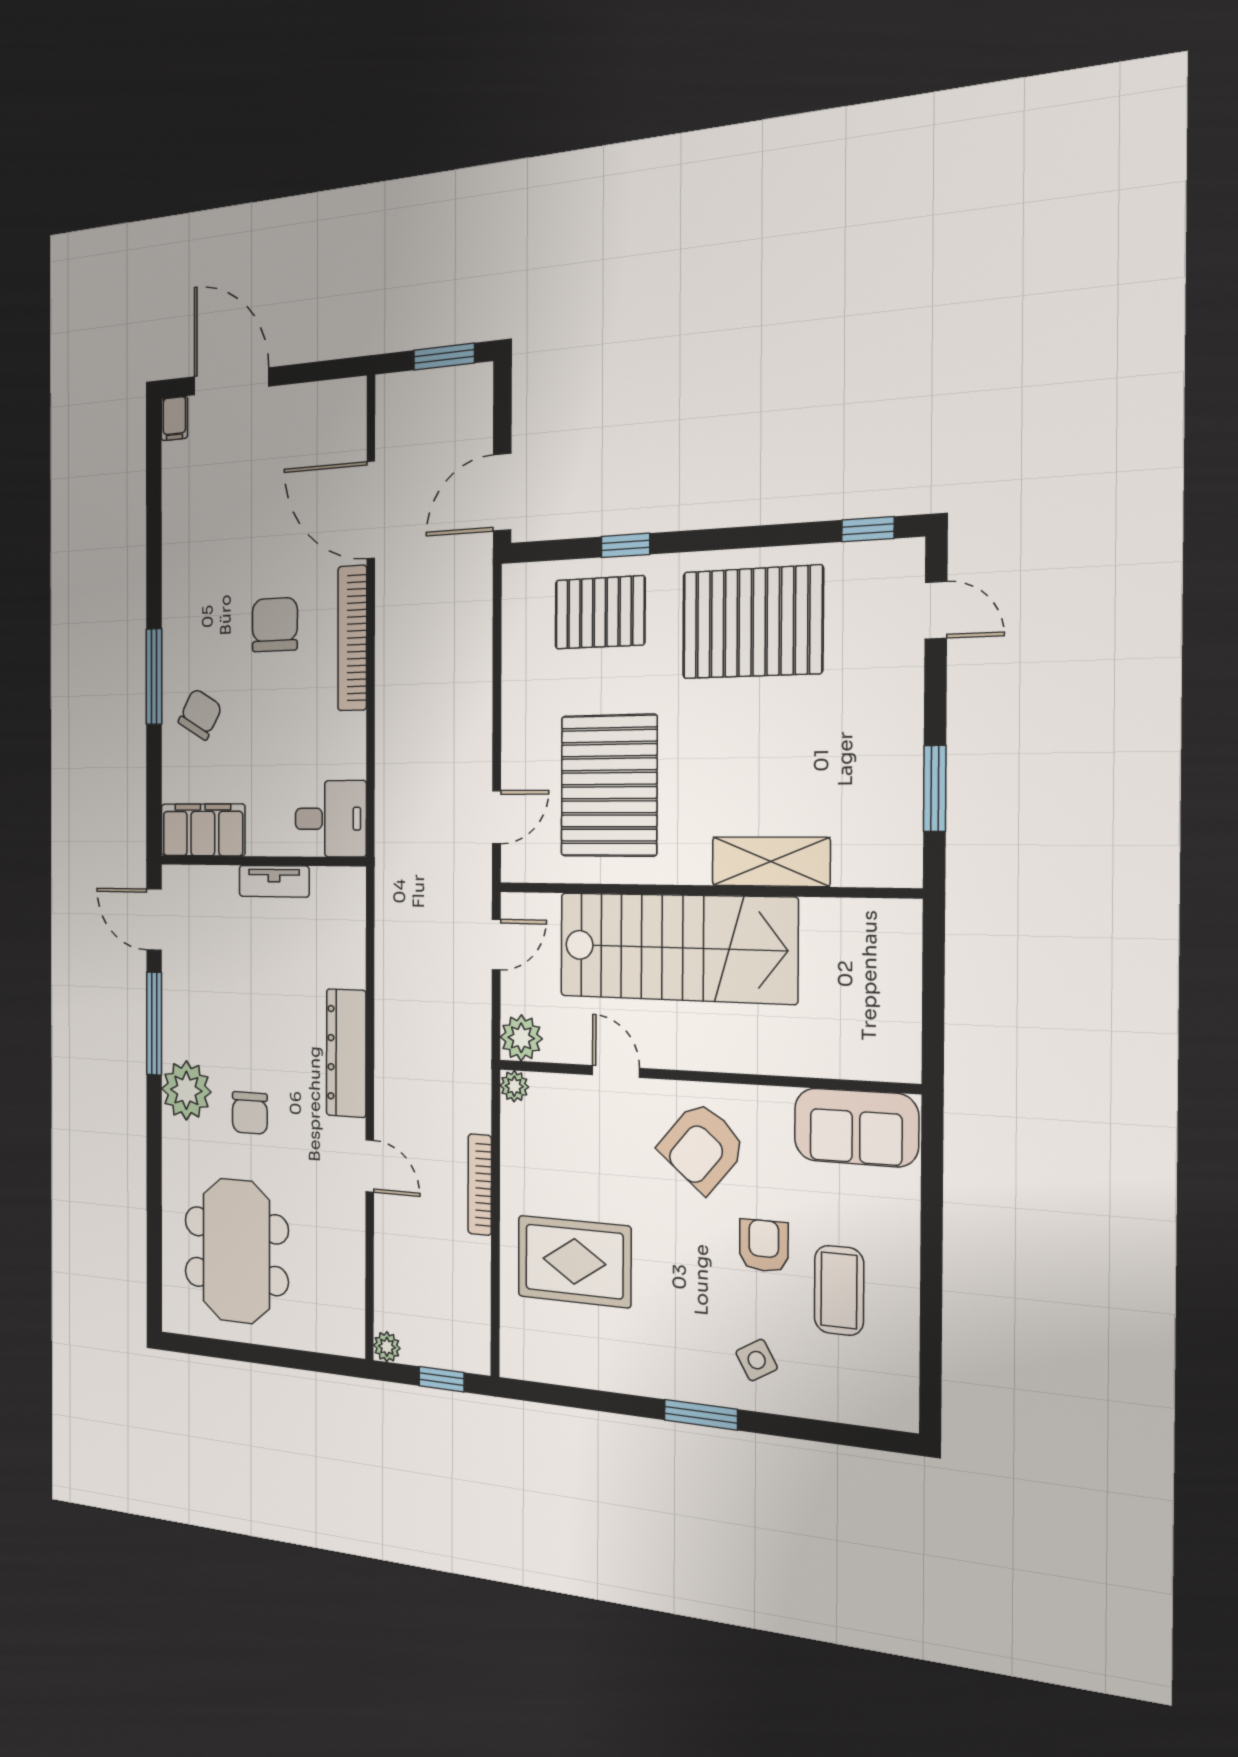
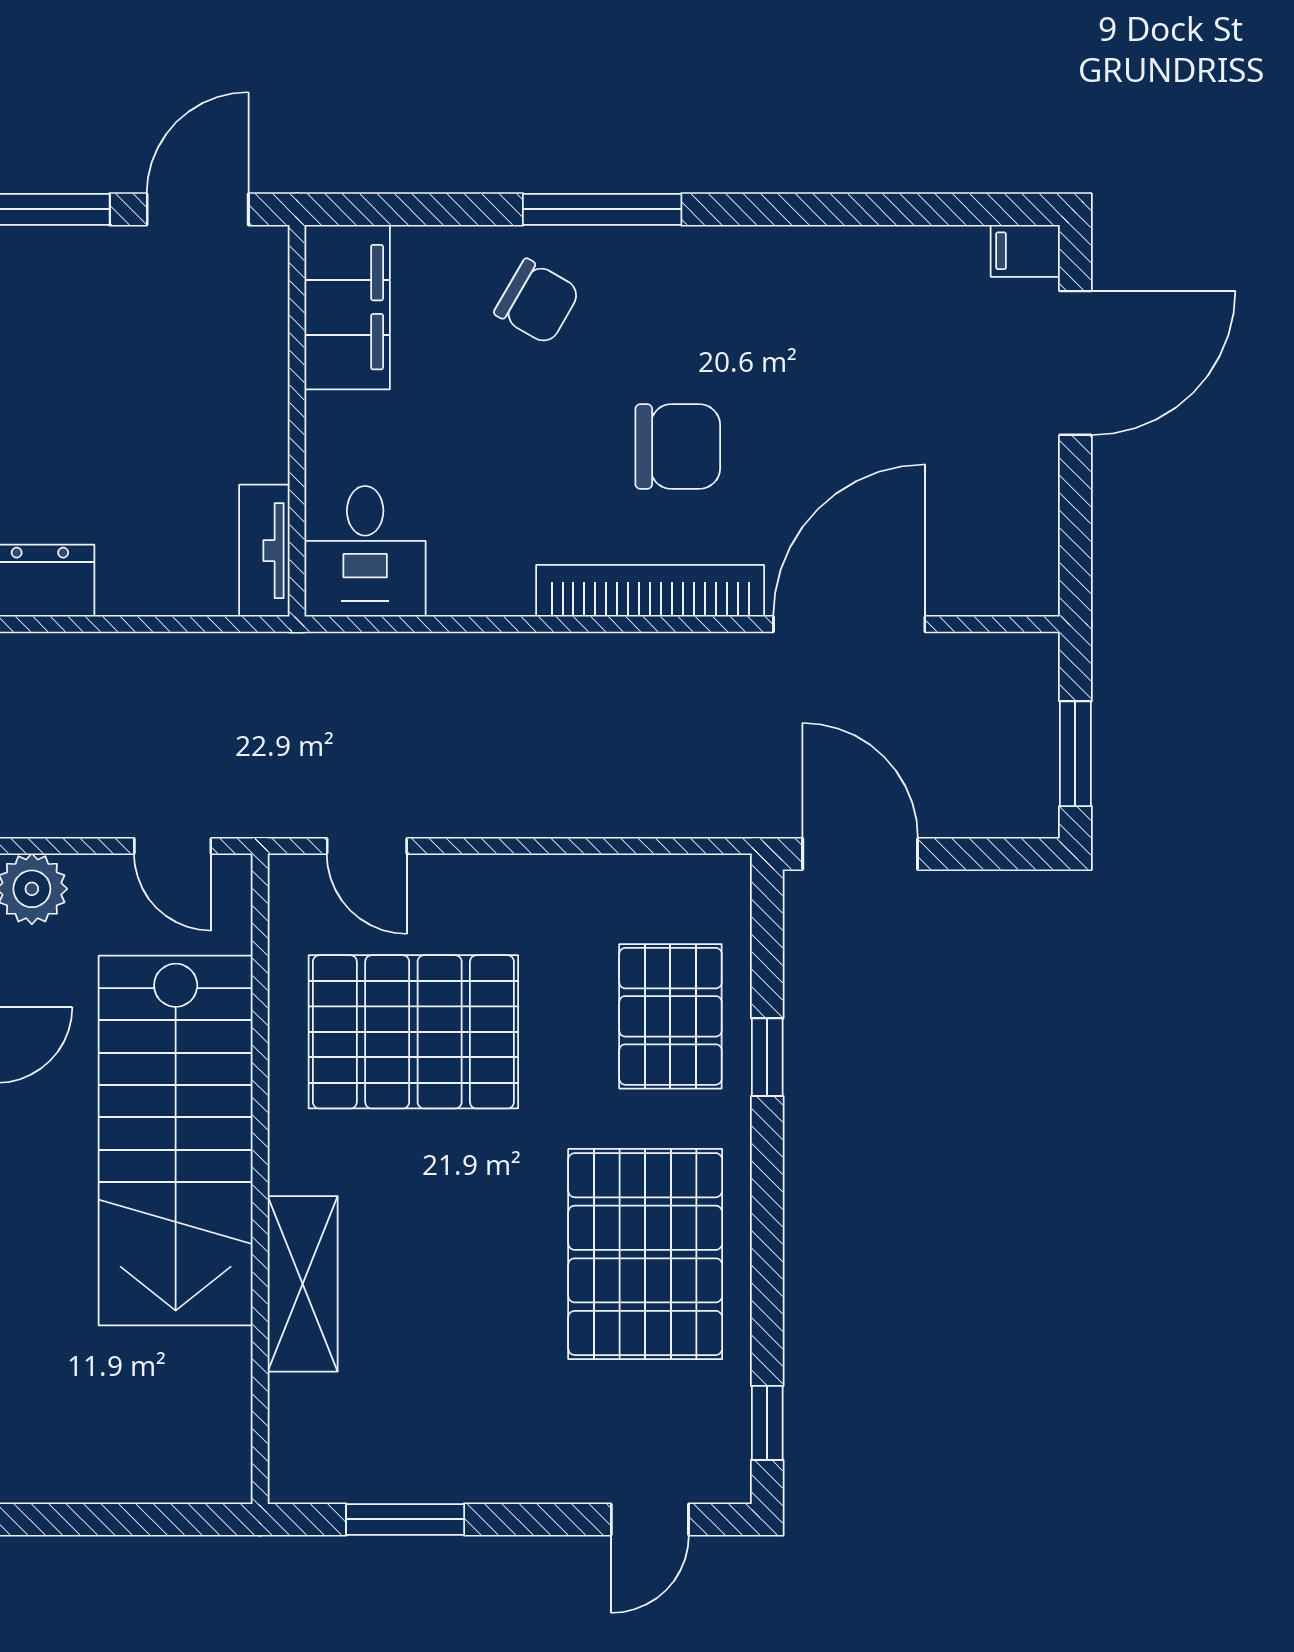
tv unit: (274, 881) -> (264, 551), moved

